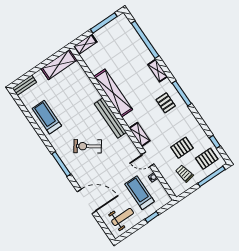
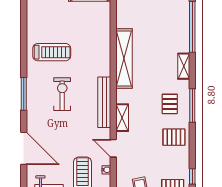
treadmill: (47, 117) -> (52, 52), moved, turned 90
bench: (110, 118) -> (104, 102), moved
exercise bike: (88, 146) -> (62, 94), turned 55
pallet: (182, 148) -> (174, 137), moved

